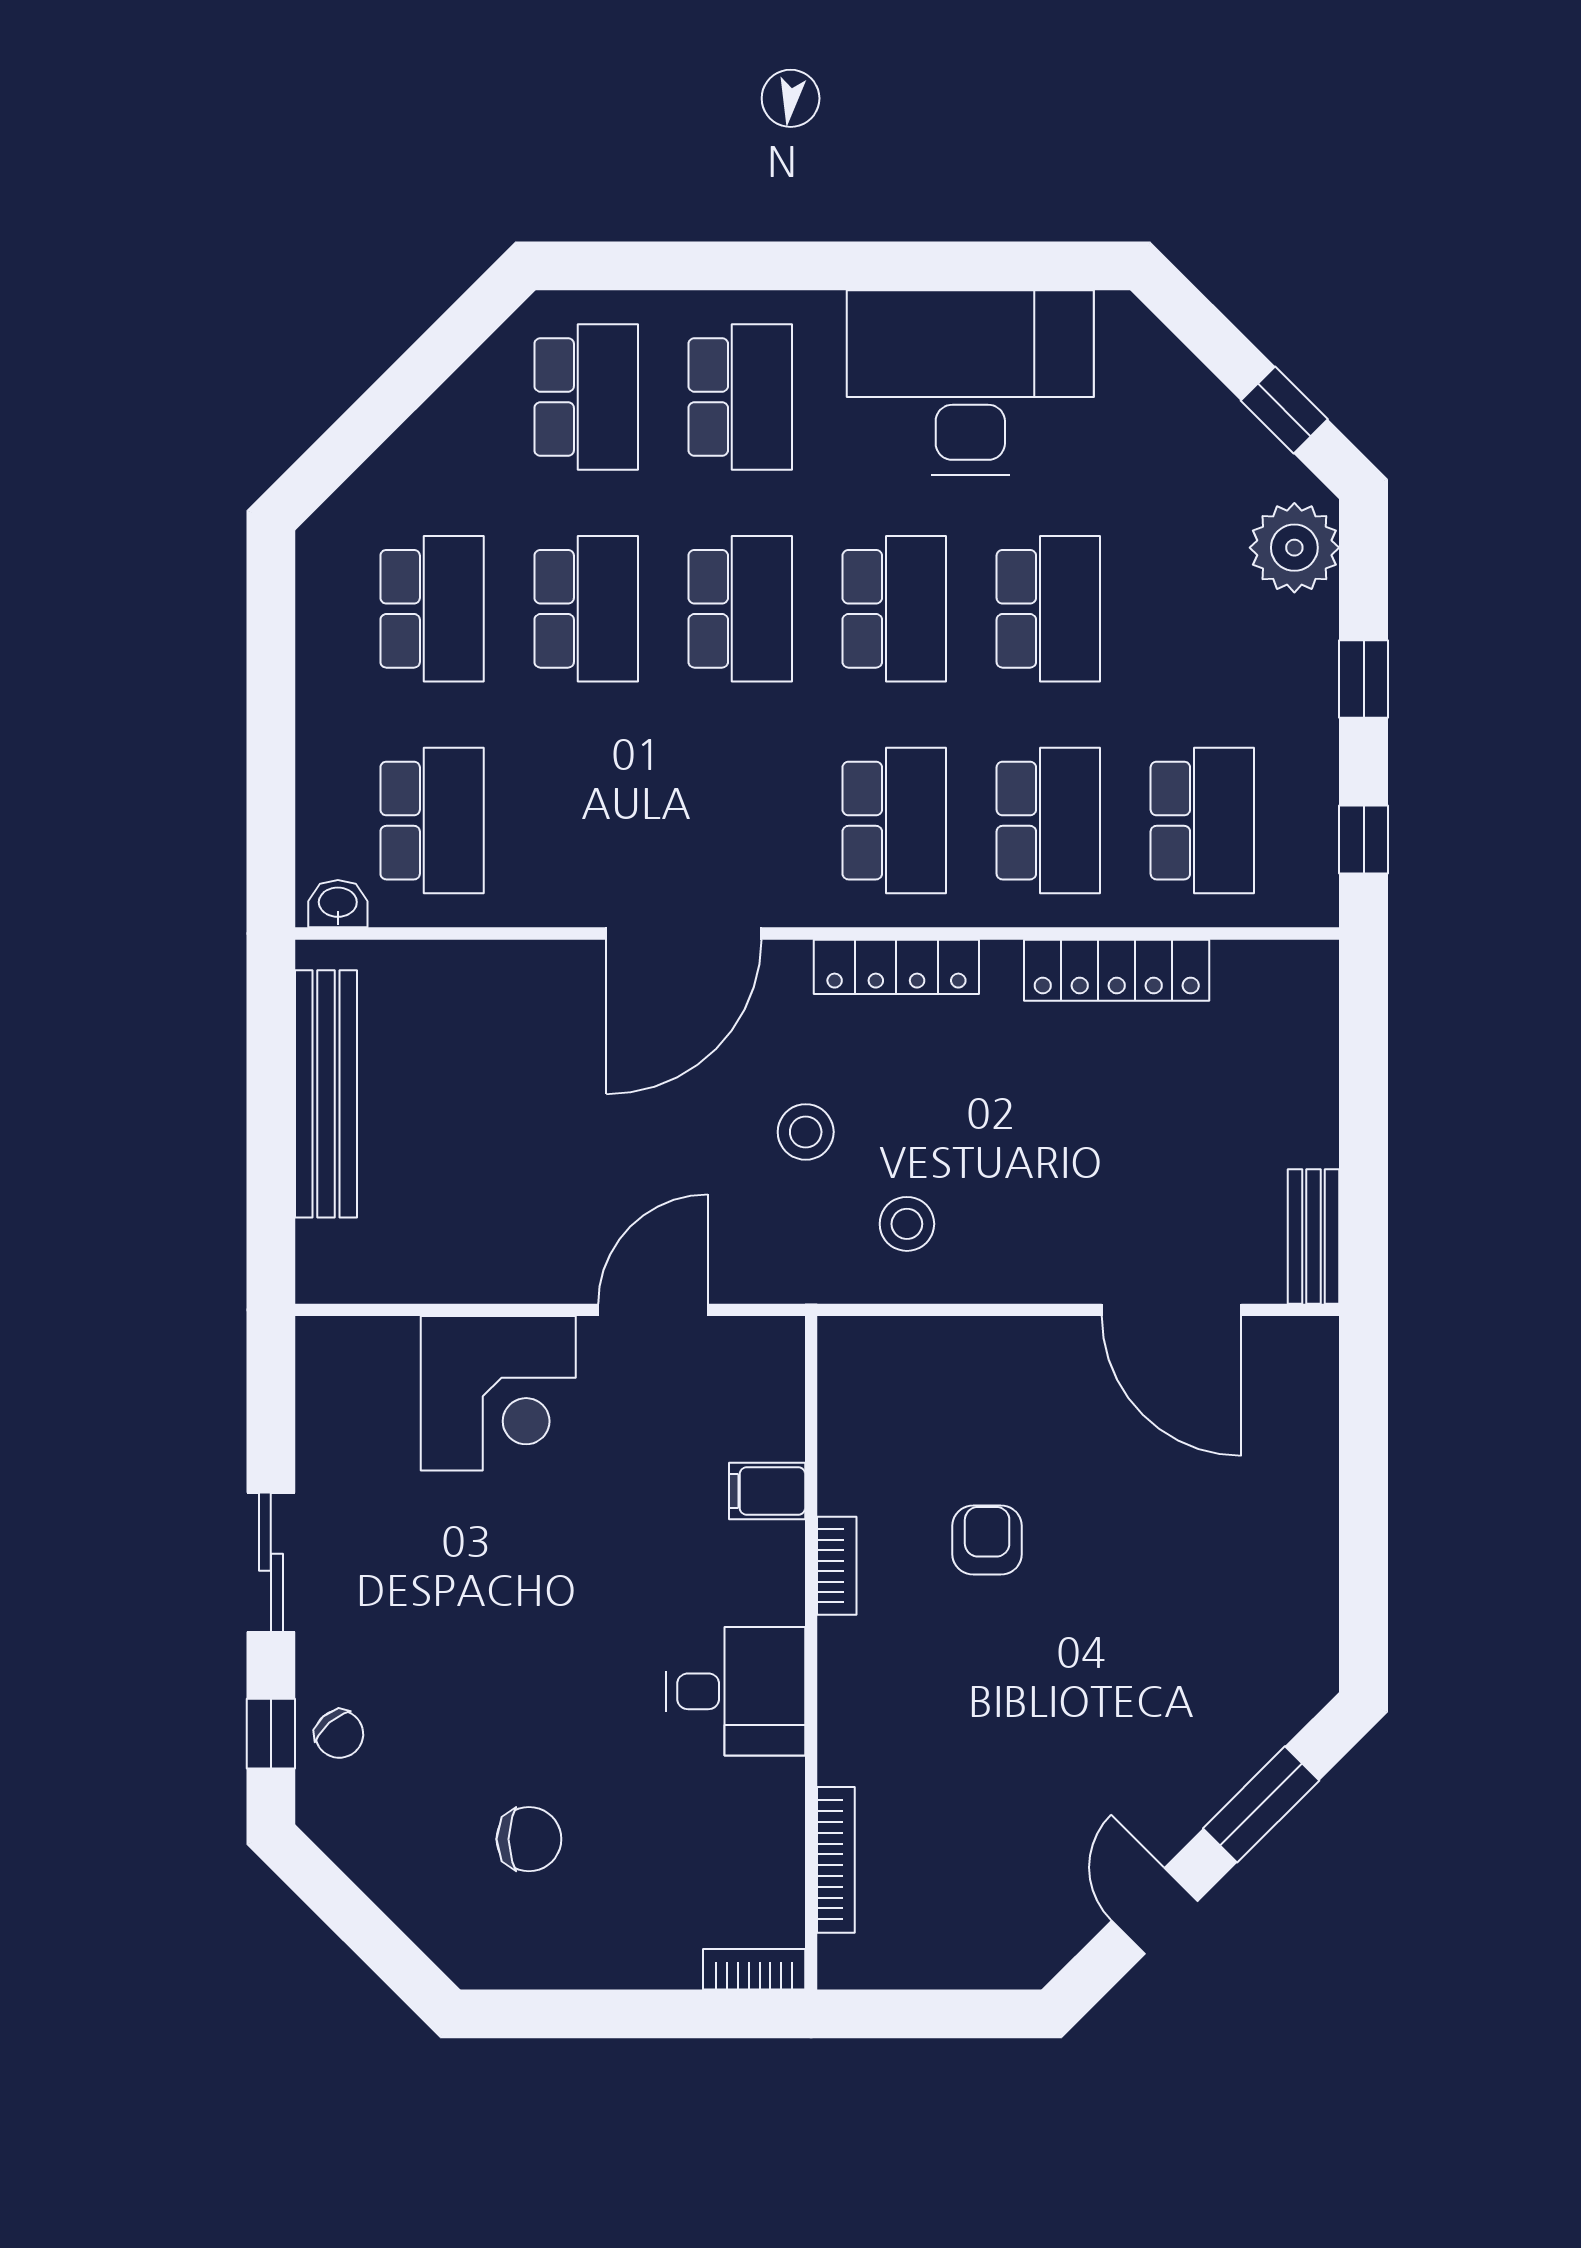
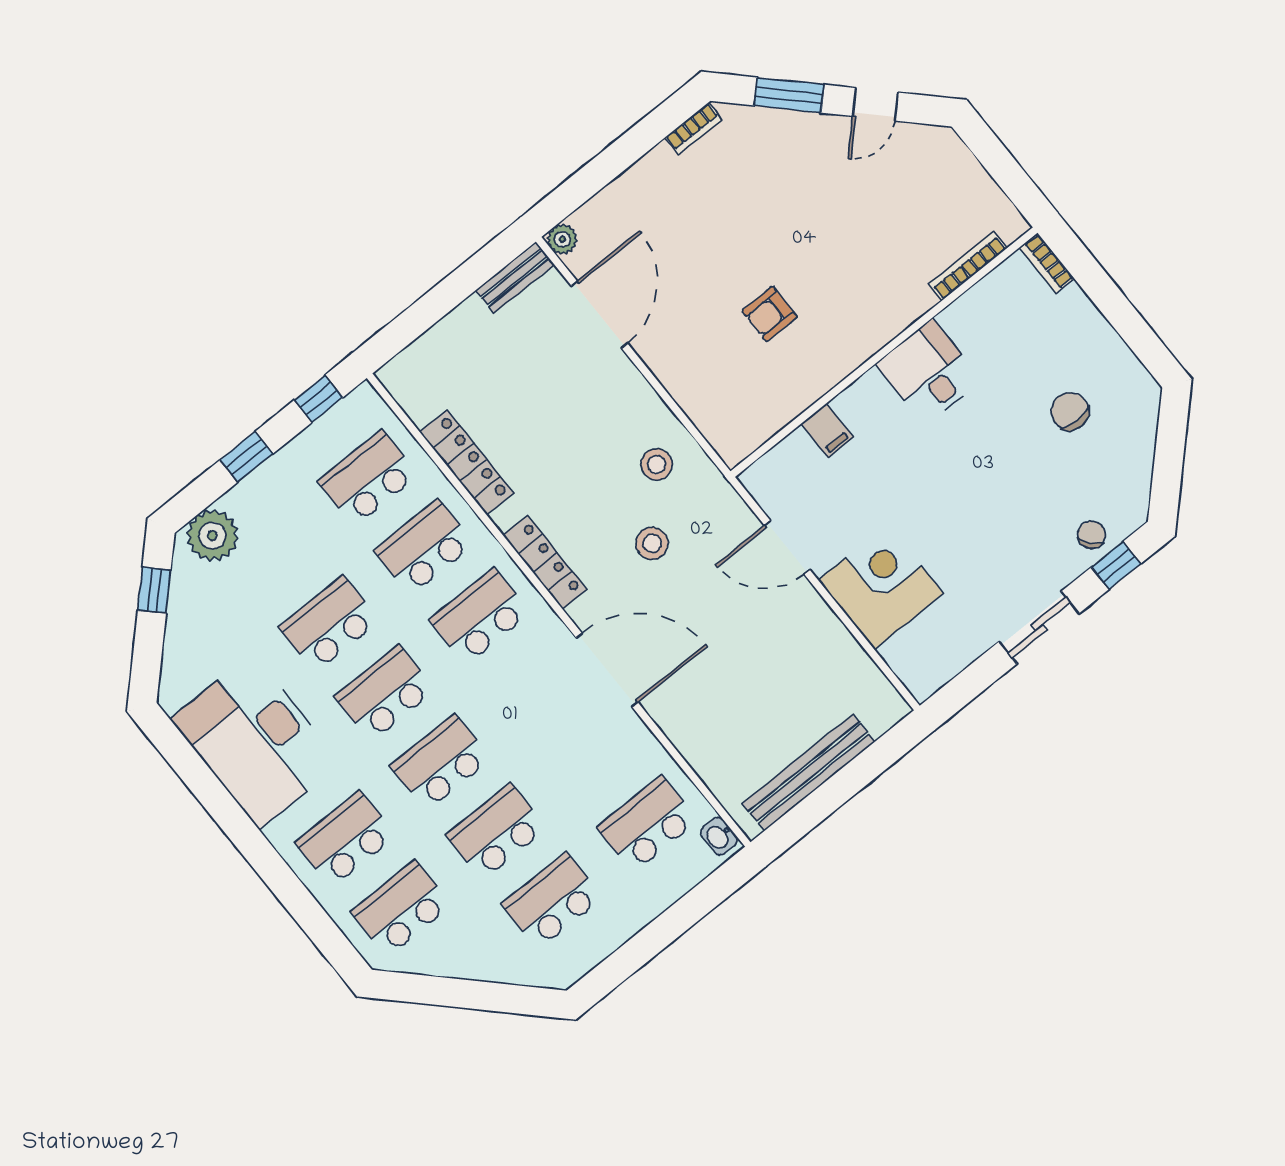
plant: (1313, 1342) -> (562, 239), added
bookcase: (837, 1566) -> (694, 129), moved, turned 180

